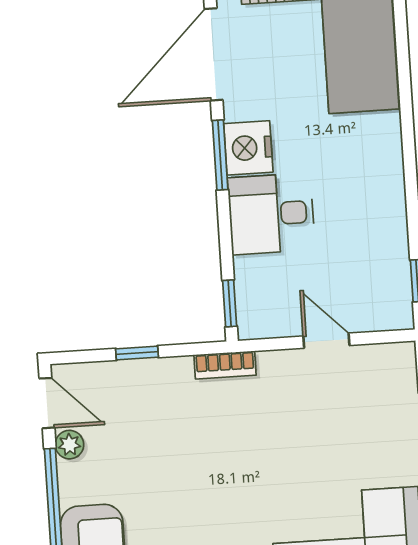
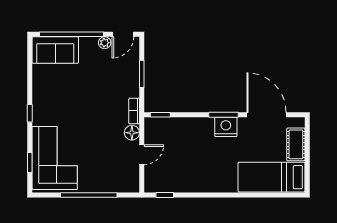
desk: (271, 214) -> (197, 135), removed
window: (137, 353) -> (142, 74), width x1.50
floor lamp: (276, 367) -> (132, 133), added

